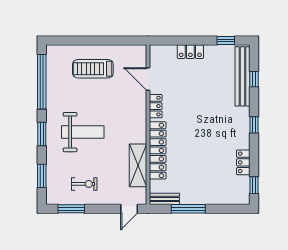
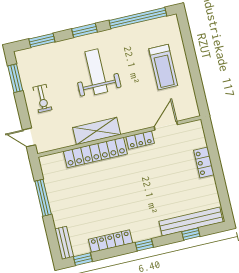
window: (226, 41) -> (224, 196), removed
treadmill: (93, 69) -> (163, 67), turned 180
weight bench: (83, 132) -> (96, 72), turned 180
locker: (243, 162) -> (111, 241), width x1.53
shelving: (138, 165) -> (97, 131), moved
exercise bike: (84, 184) -> (42, 98), moved
bench: (164, 199) -> (64, 243), moved

